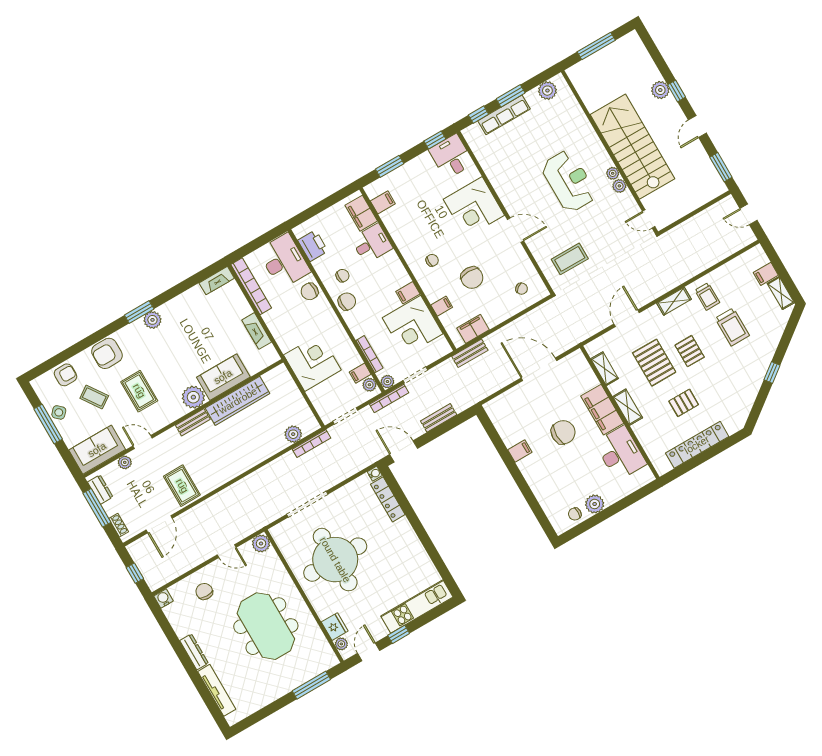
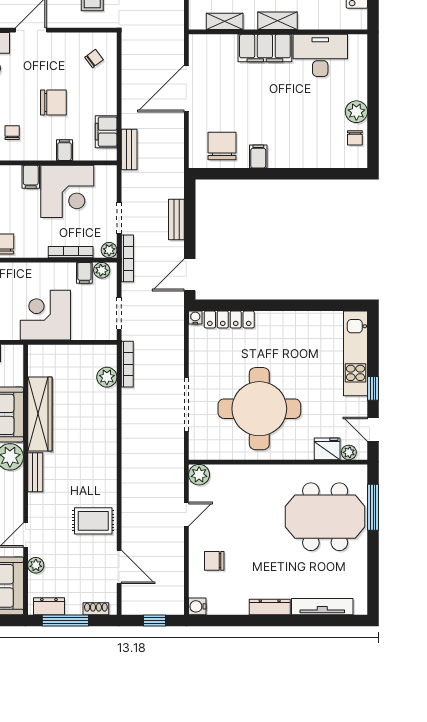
chair: (563, 432) -> (222, 146), moved
meeting table: (266, 626) -> (325, 517), moved

